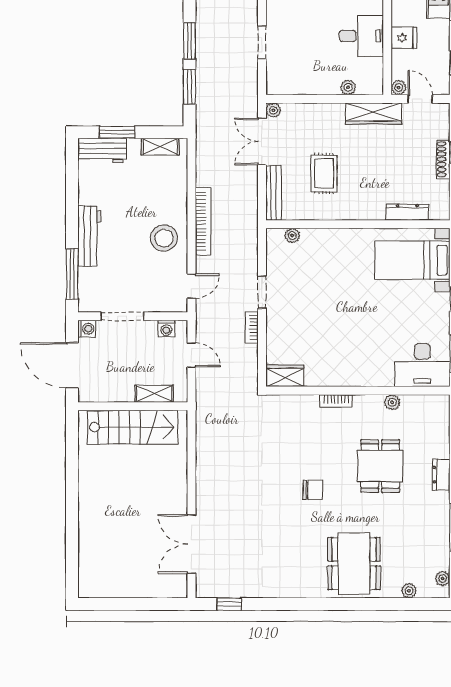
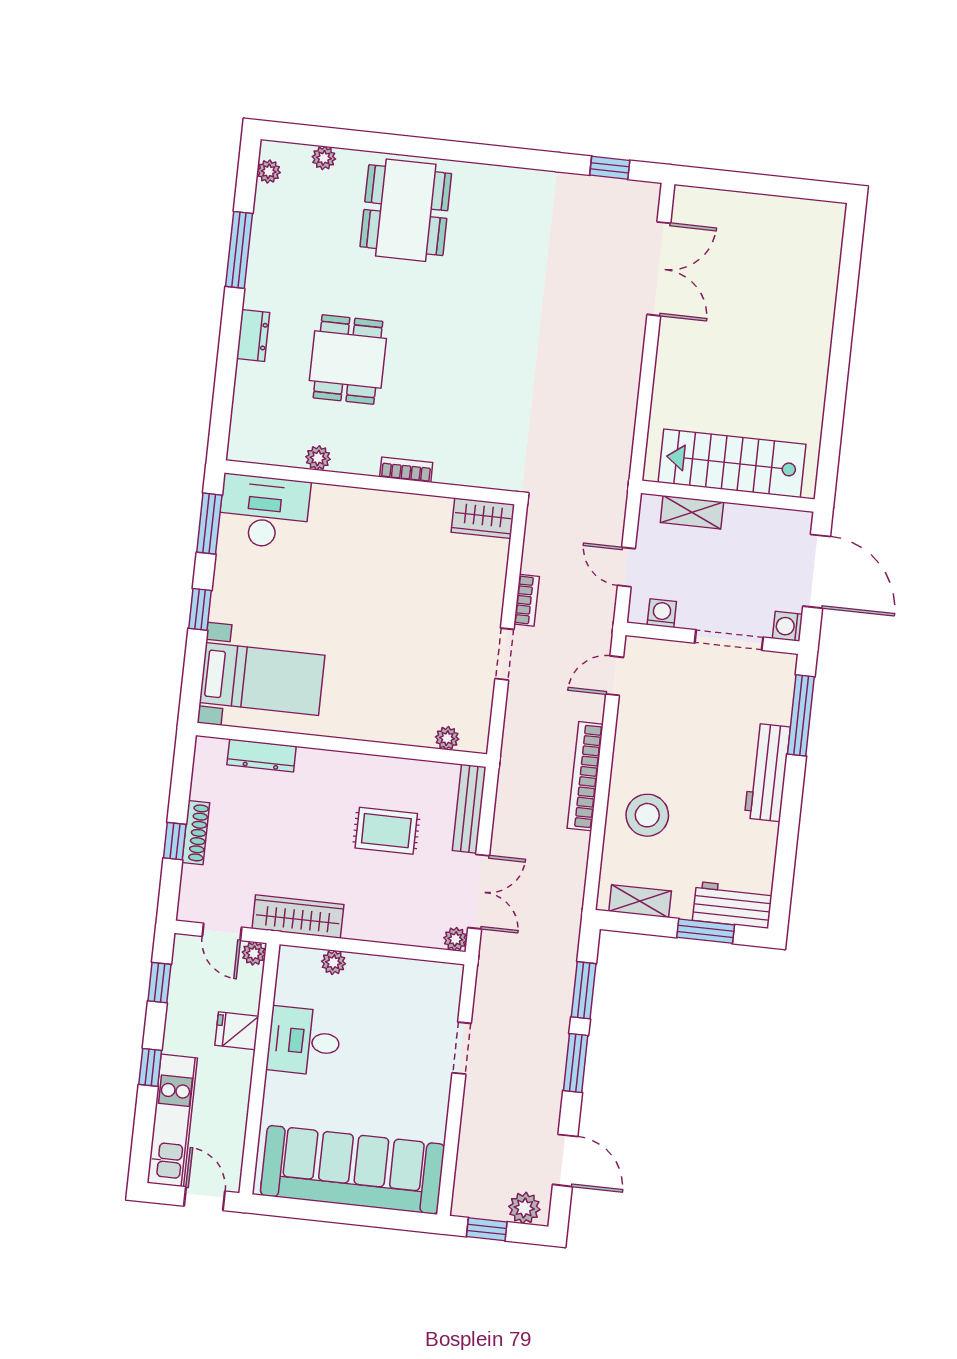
rug: (324, 173) -> (386, 831), turned 90
stool: (164, 238) -> (647, 815), moved
chair: (313, 490) -> (458, 334), removed

